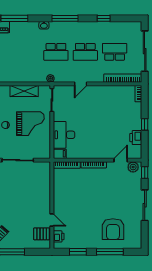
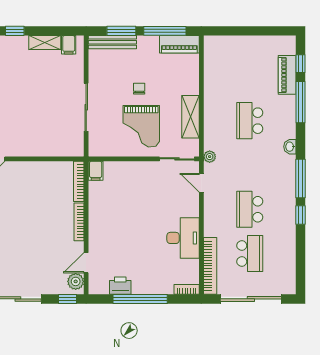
window: (104, 18) -> (301, 215), moved
school desk: (56, 52) -> (250, 121), moved
door: (81, 84) -> (201, 183), moved
window: (145, 124) -> (140, 299), width x3.17
desk: (64, 135) -> (183, 238), moved, turned 90
door: (121, 160) -> (86, 263), swing flipped

